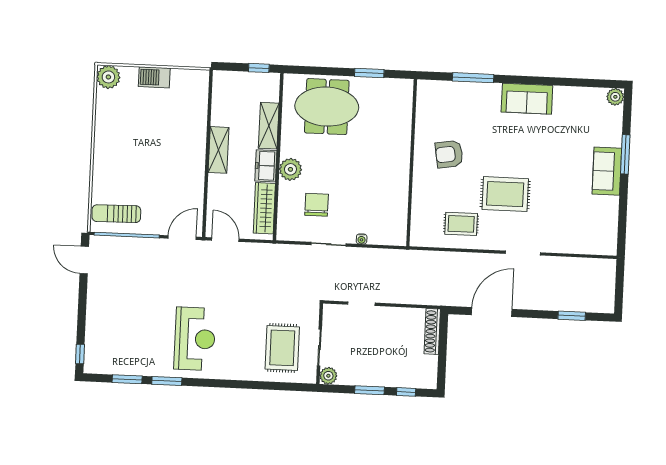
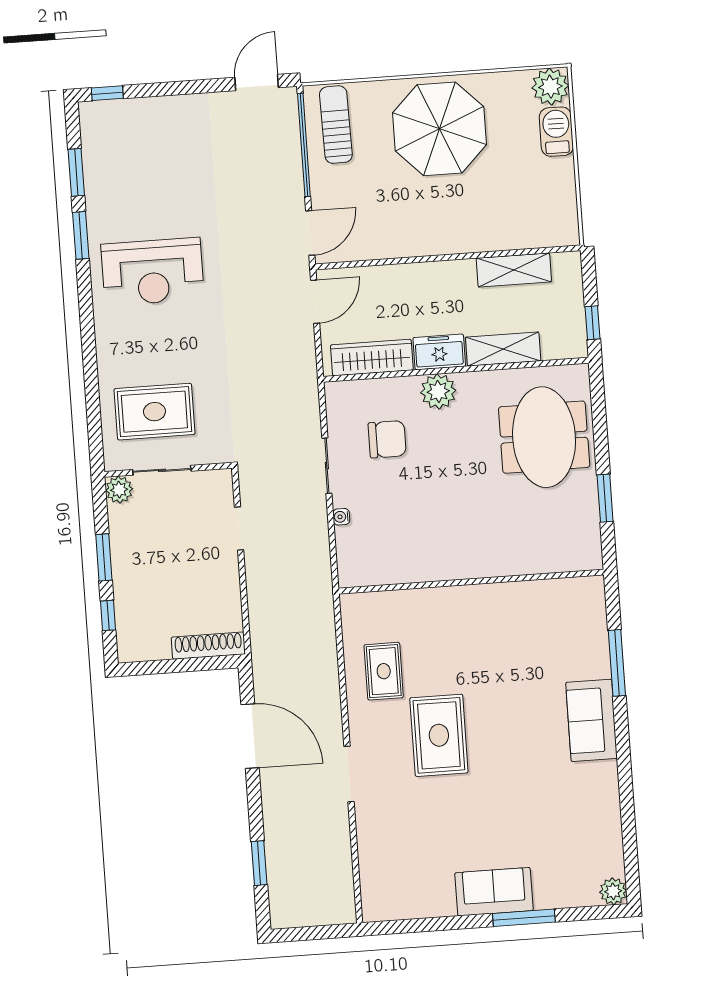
barbecue: (154, 77) -> (556, 132), moved
sofa: (527, 99) -> (591, 720), moved
parasol: (127, 149) -> (440, 129), added
shelving: (218, 150) -> (514, 270), moved
armchair: (449, 154) -> (492, 639), removed
door: (182, 238) -> (310, 233), hinge flipped

